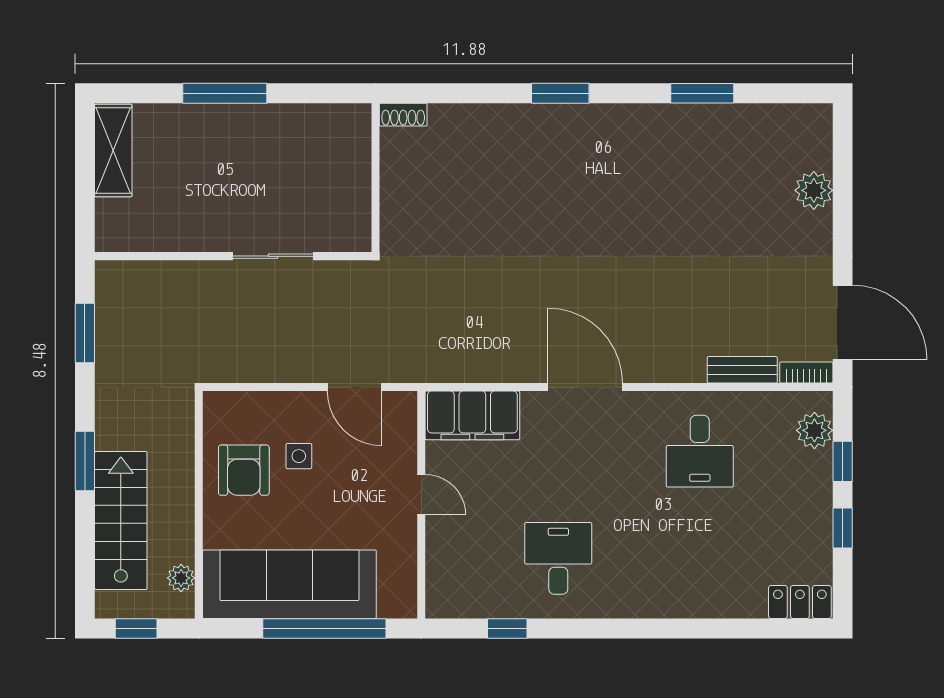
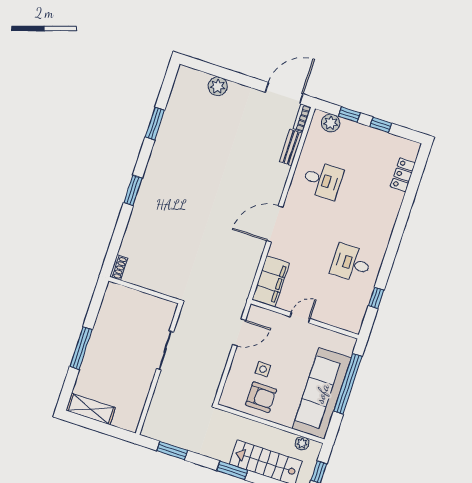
locker: (800, 602) -> (403, 175), moved

